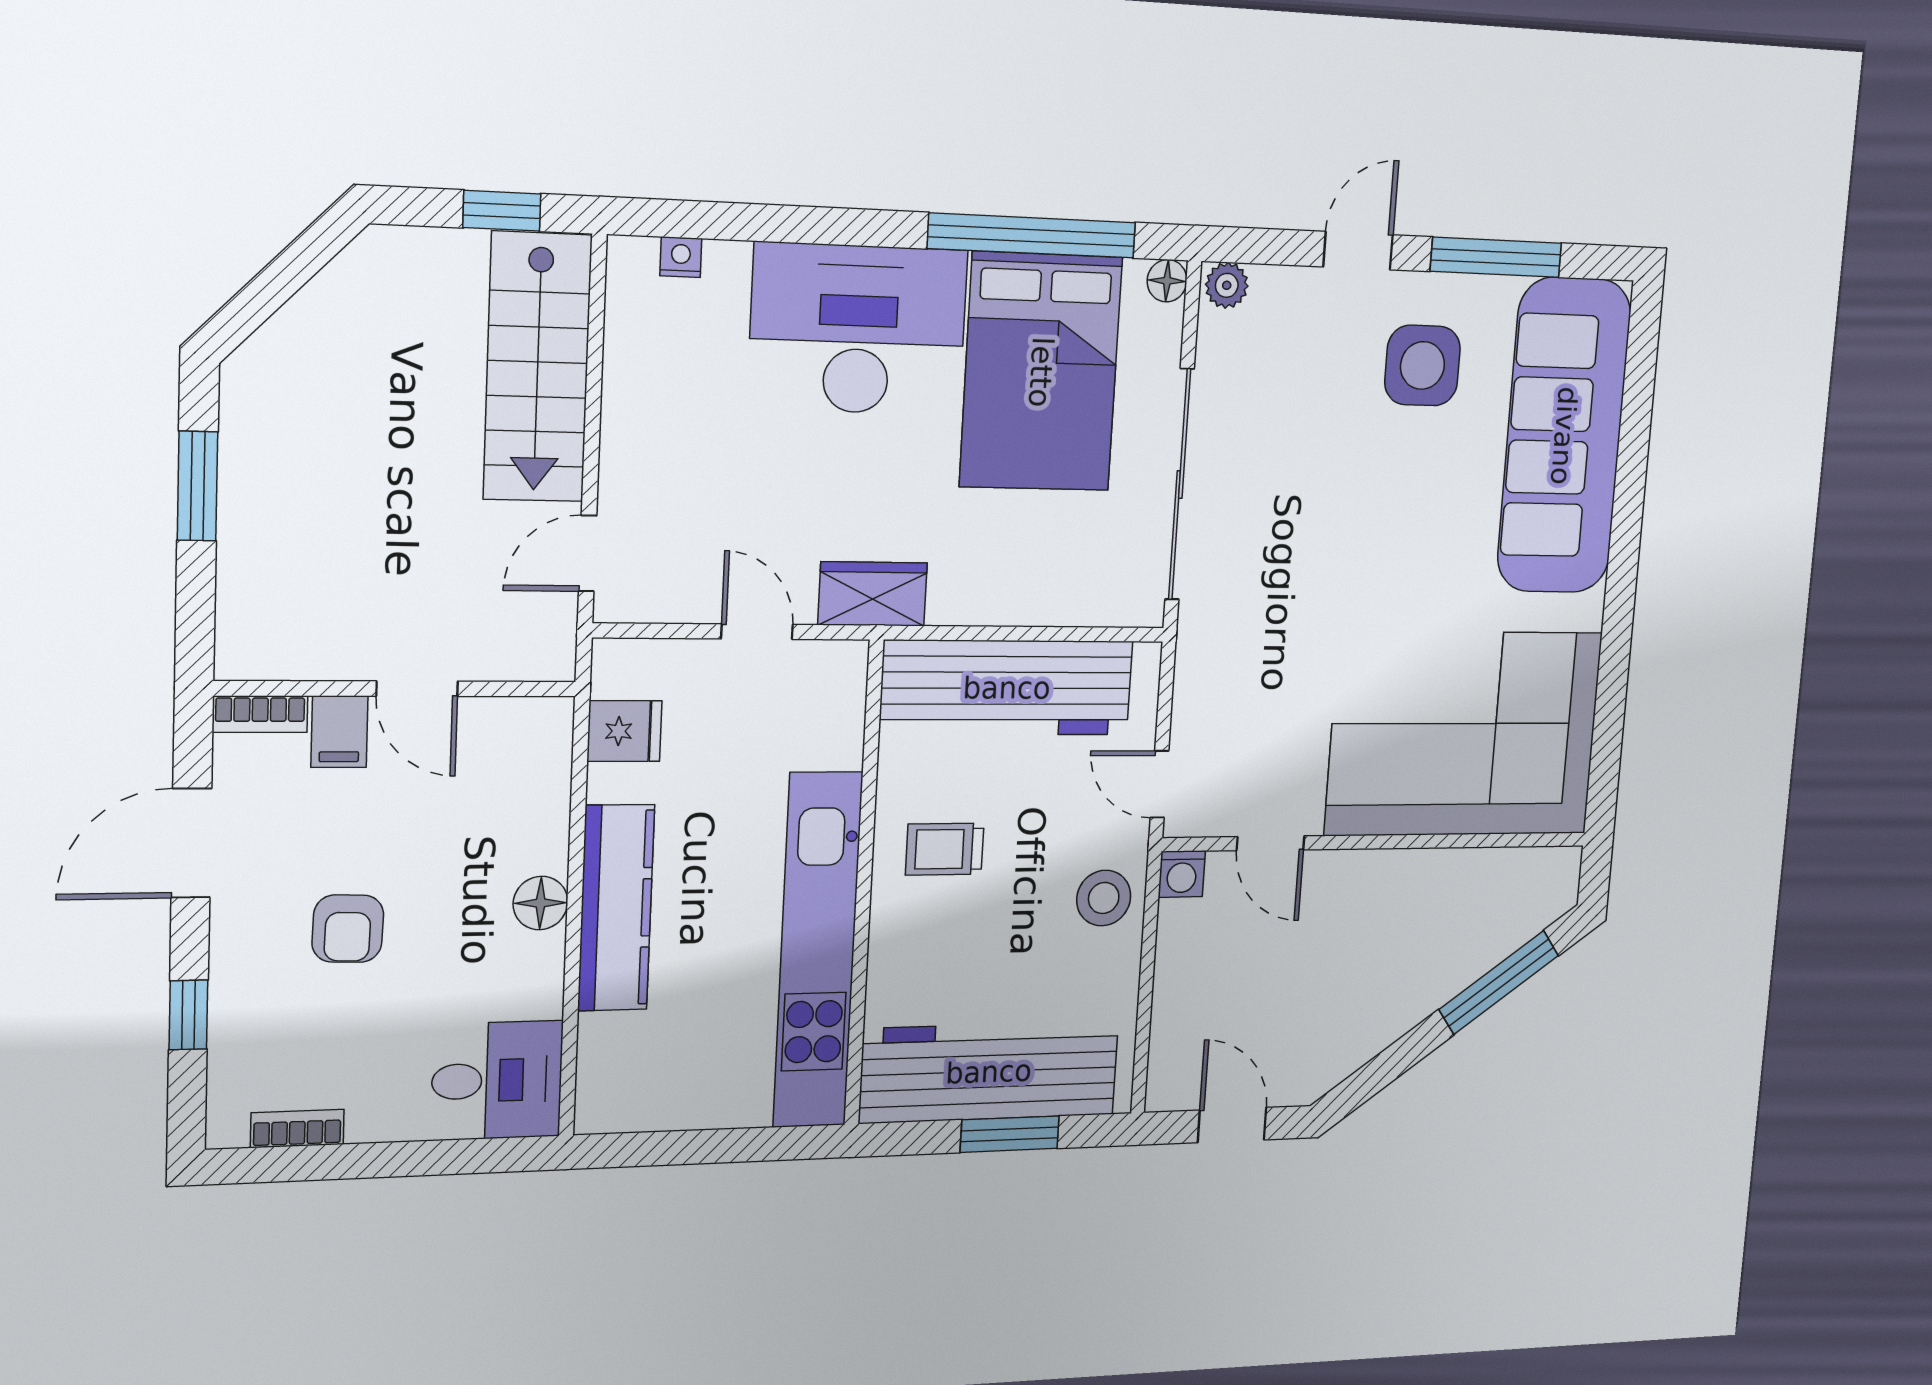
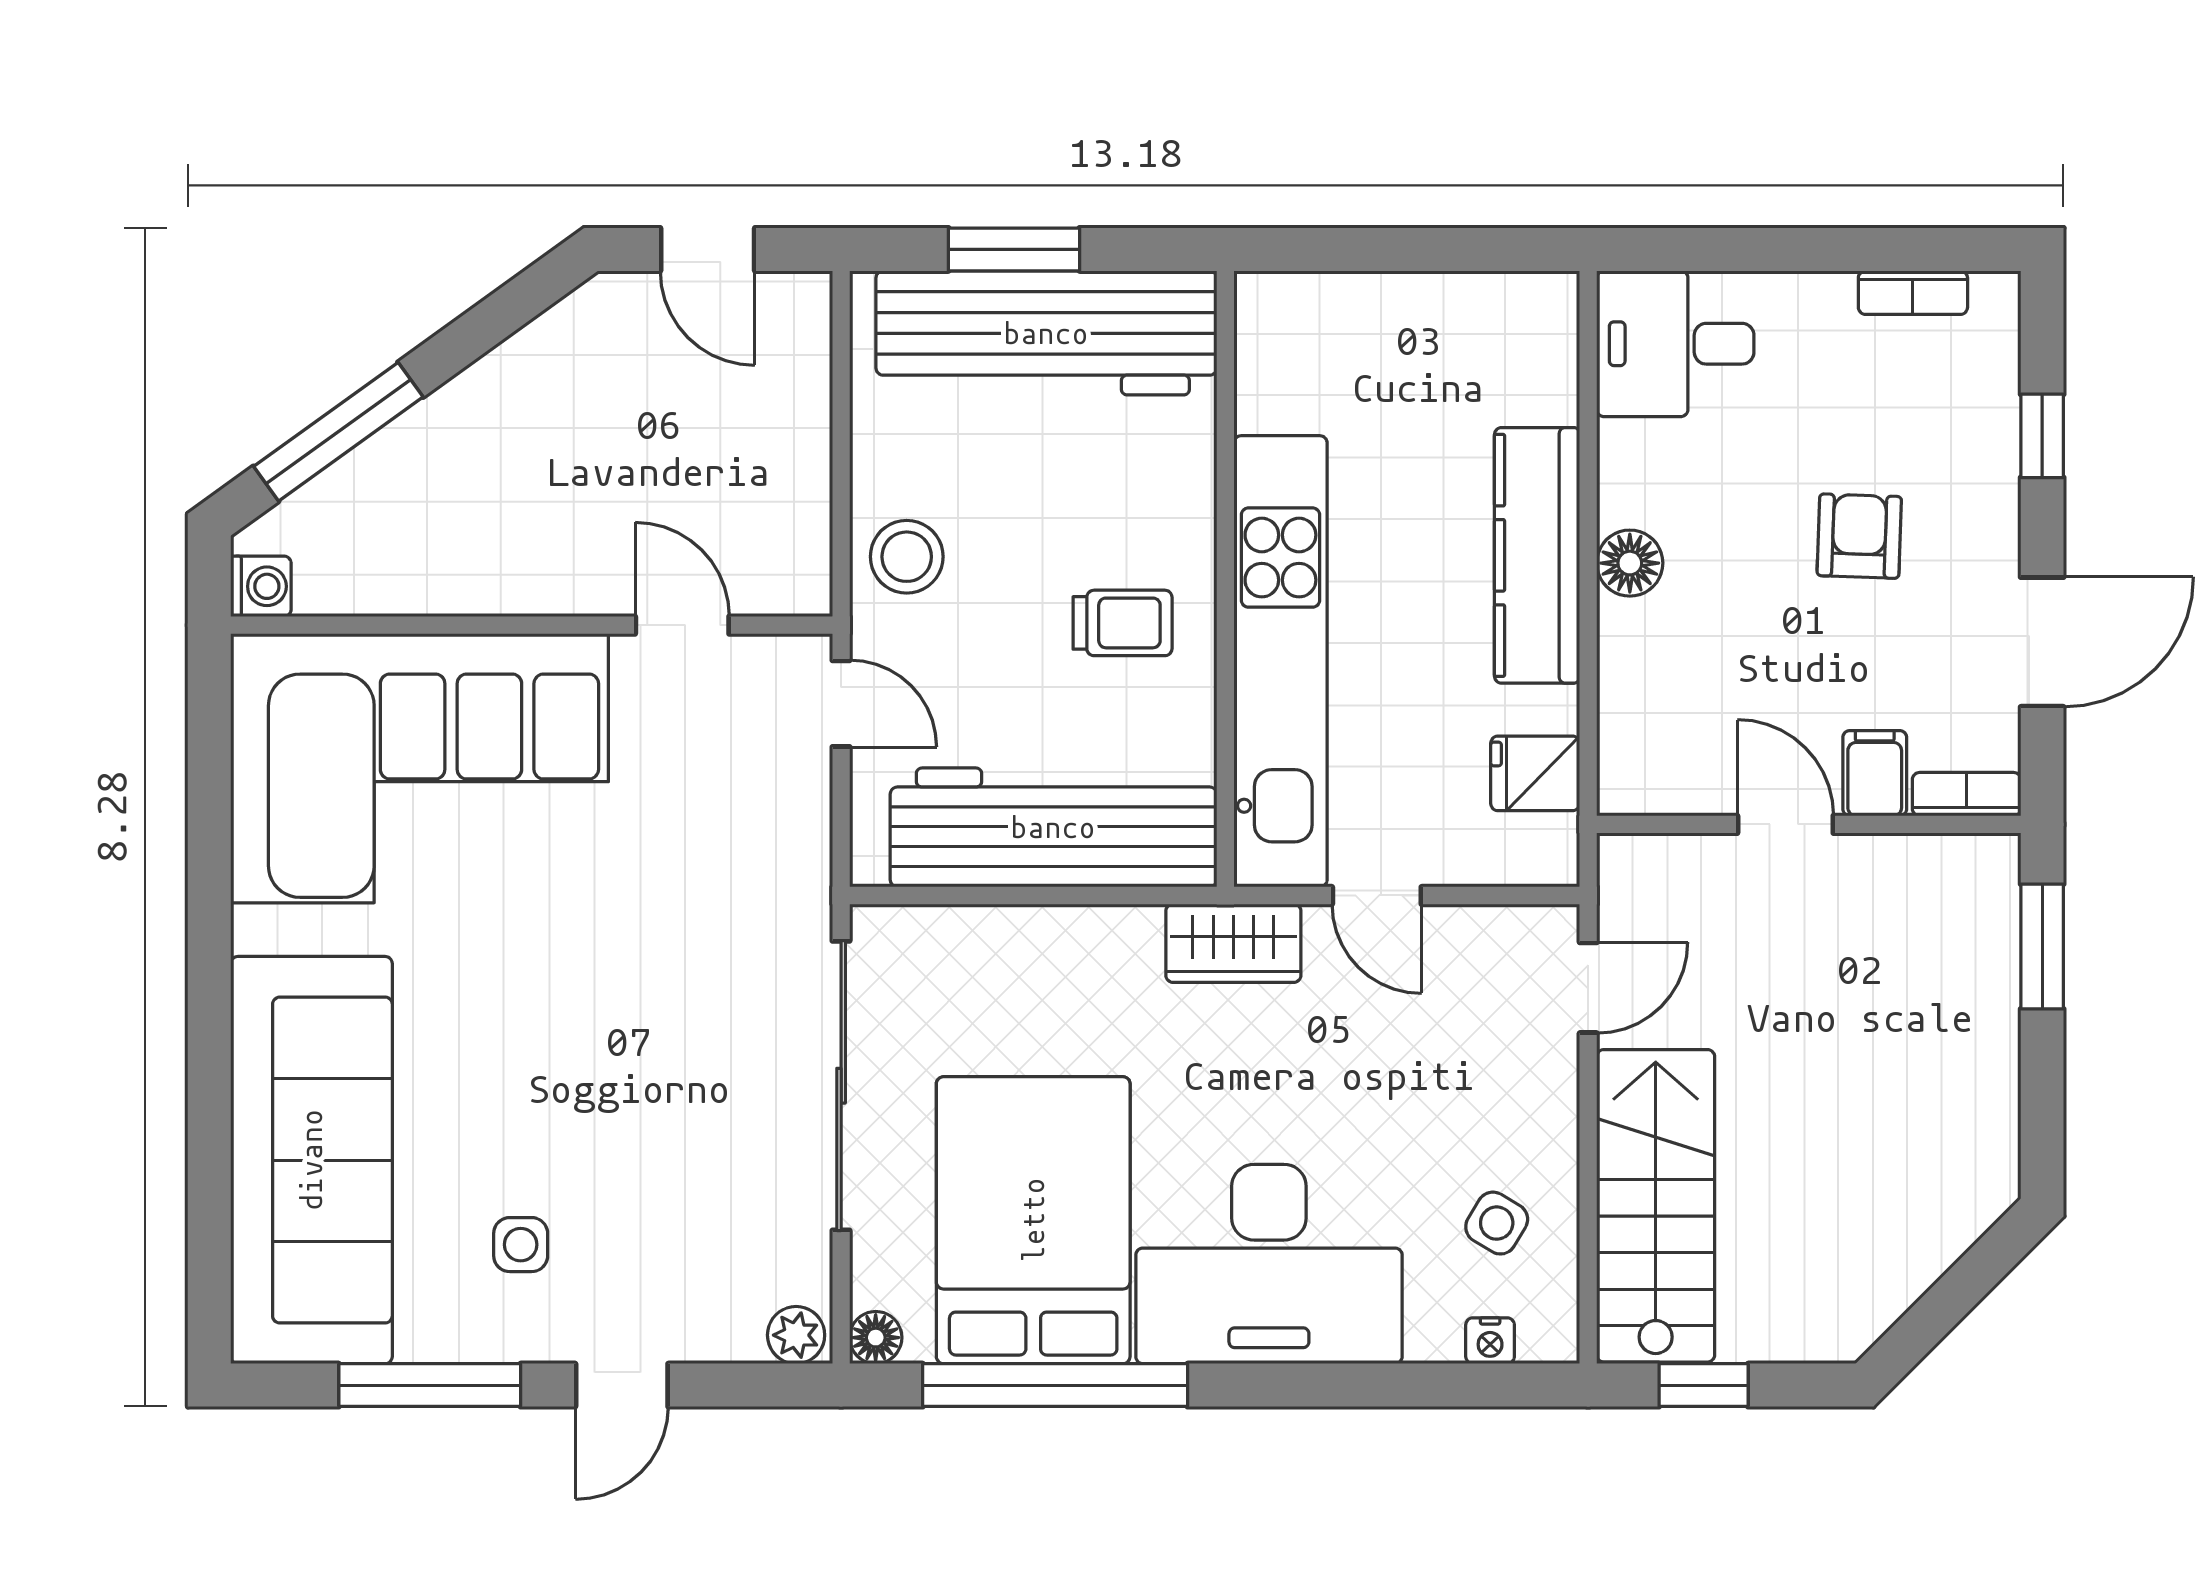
side table: (671, 357) -> (1497, 1223), added
side table: (1422, 365) -> (521, 1245), width x0.54, depth x0.54
window: (197, 486) -> (2042, 946), moved
washing machine: (1182, 874) -> (261, 586), moved, turned 90
kitchen unit: (818, 951) -> (1280, 661), moved

